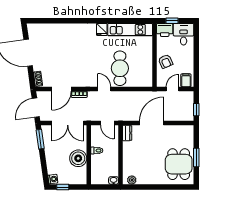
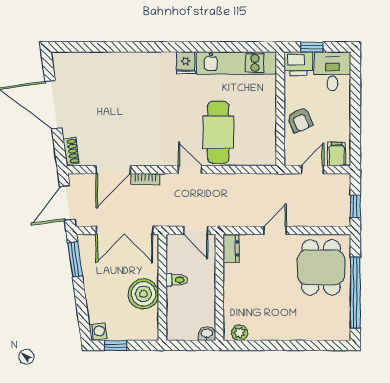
door: (152, 123) -> (275, 230), width x0.53
window: (196, 158) -> (355, 293), width x2.11
dining table: (179, 164) -> (321, 267), moved

